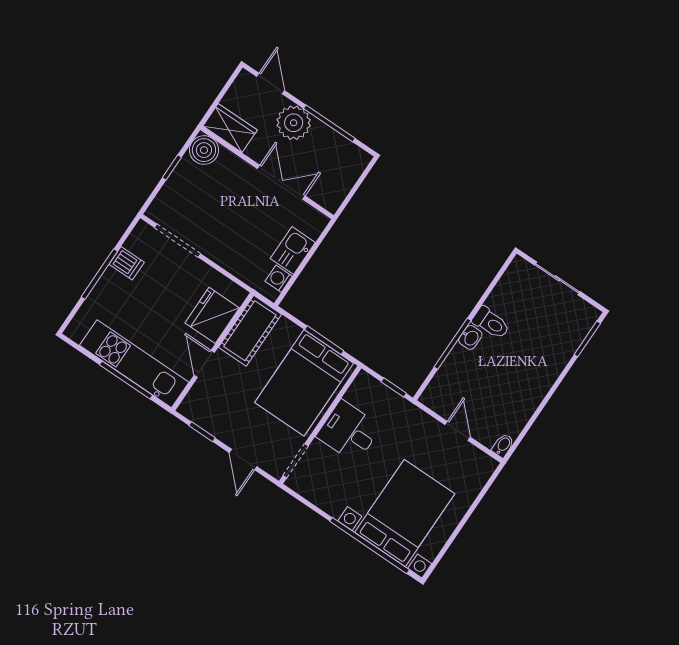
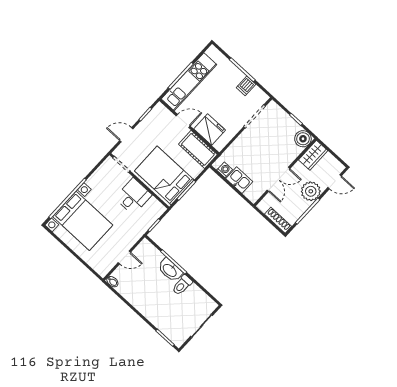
shoe rack: (353, 172) -> (278, 220), added
washbasin: (470, 337) -> (170, 270), width x1.91, depth x1.45

